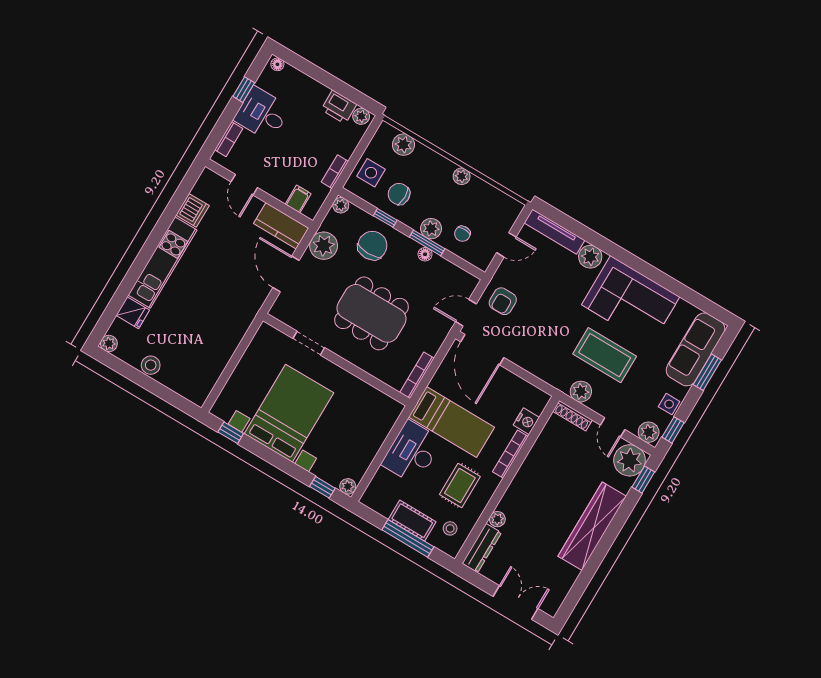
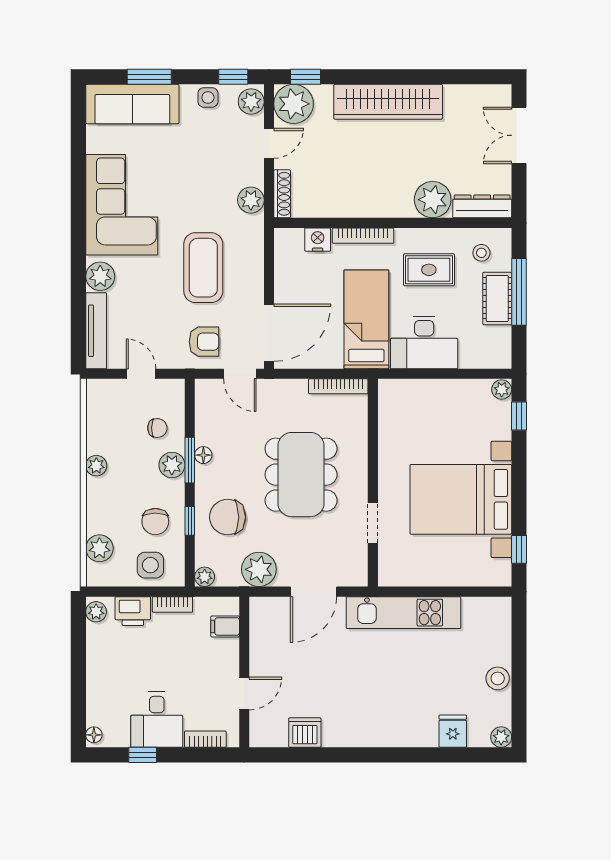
printer: (339, 107) -> (133, 611), moved, turned 90
kitchen counter: (281, 226) -> (265, 628), removed
kitchen unit: (163, 262) -> (404, 613), moved, turned 180
coffee table: (605, 355) -> (203, 268), moved
plant: (497, 519) -> (433, 200), width x1.87, depth x1.87

